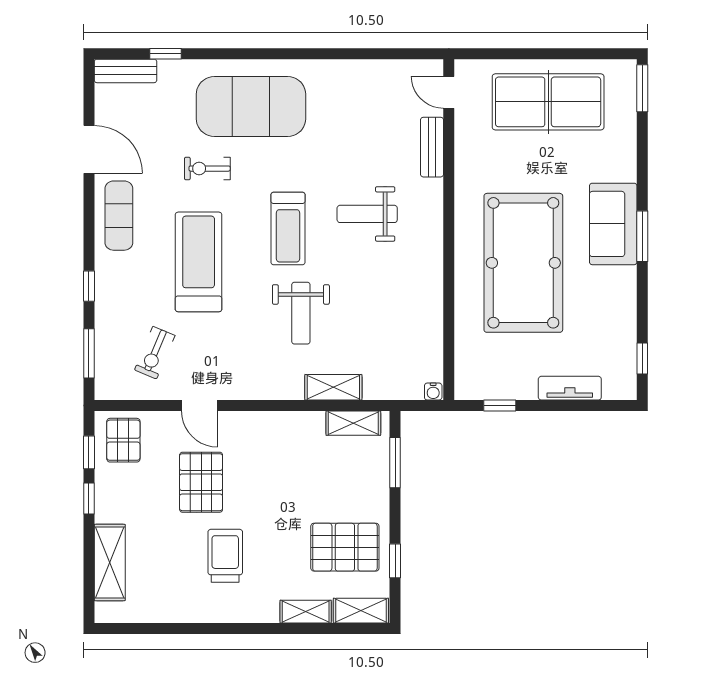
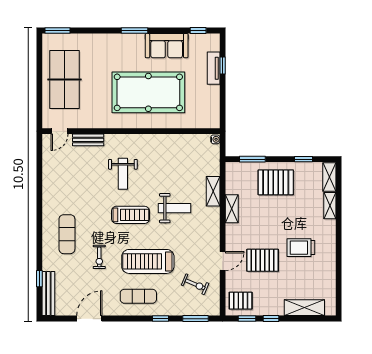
bench: (125, 71) -> (48, 294), width x1.36
exercise mat: (251, 106) -> (67, 234), width x0.50, depth x0.69
exercise mat: (119, 216) -> (138, 296), moved
sofa: (613, 224) -> (167, 46), moved
window: (500, 405) -> (223, 66), moved
shelving: (353, 423) -> (232, 209), moved
pallet: (345, 547) -> (276, 182), moved, turned 90

